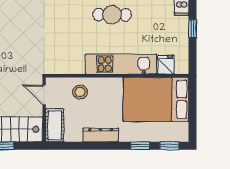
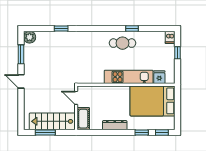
stool: (80, 92) -> (101, 96), removed

